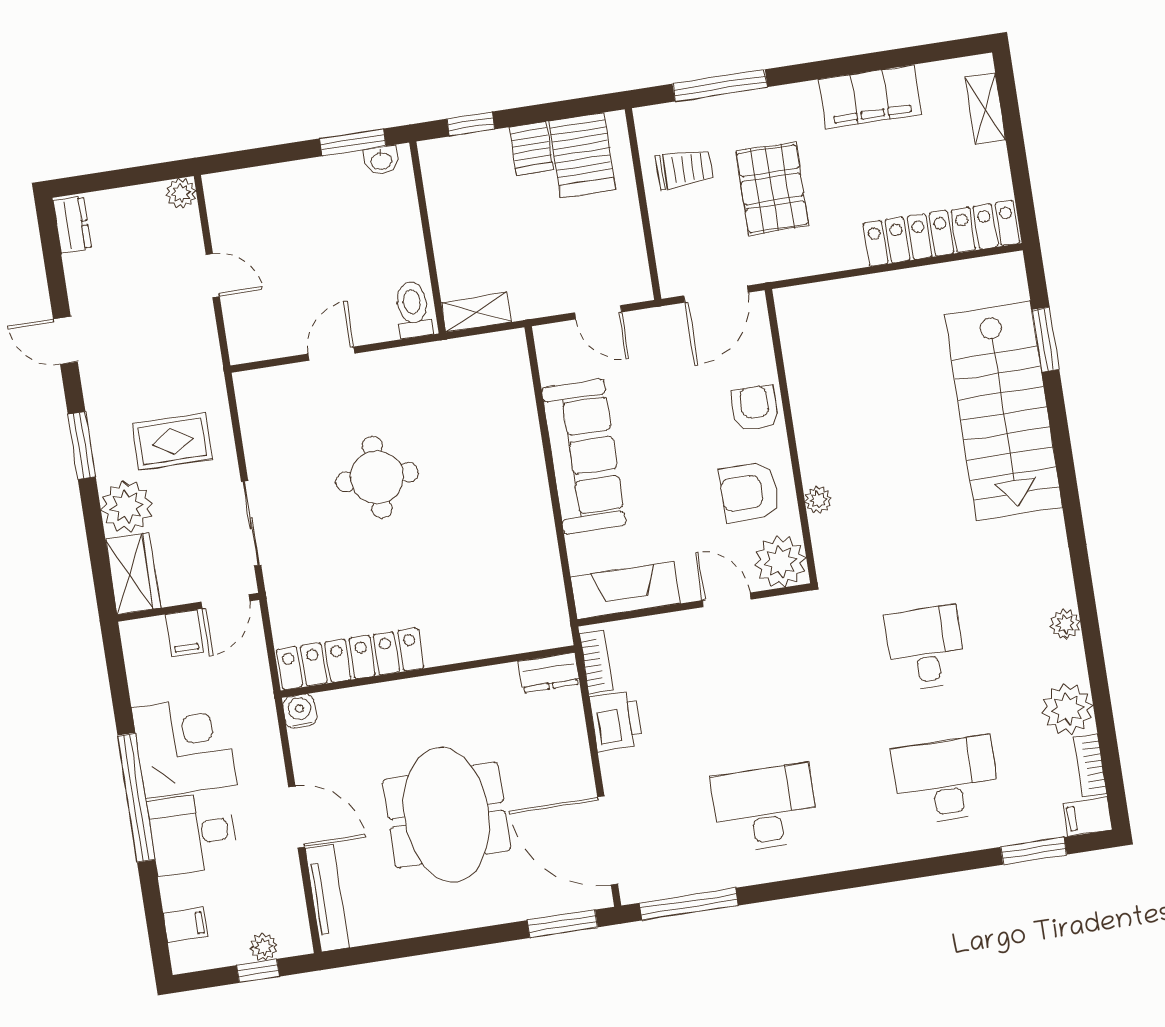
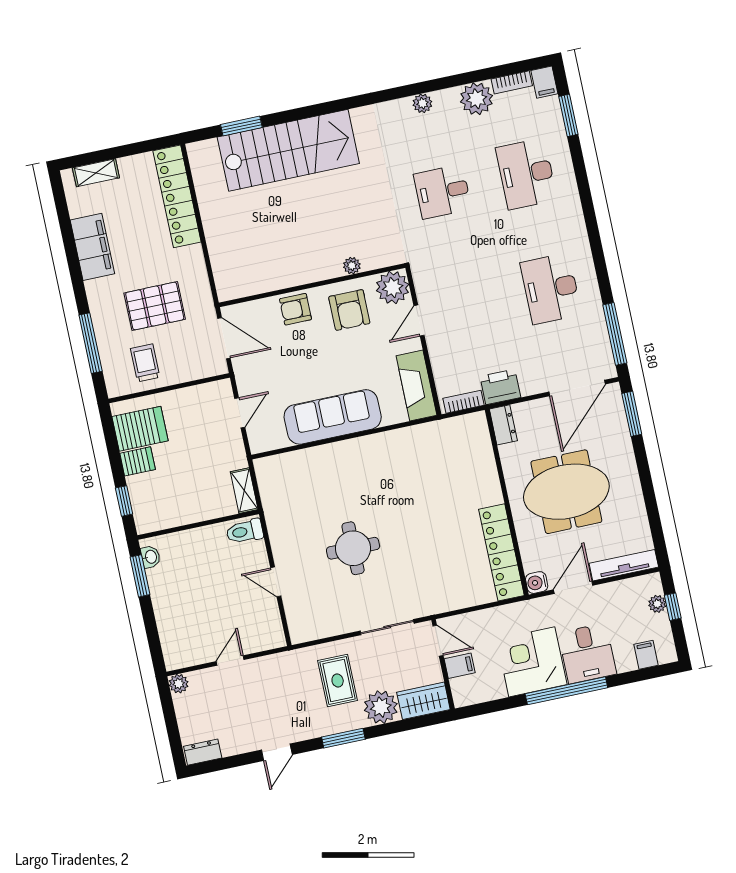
locker: (350, 659) -> (501, 552), moved
wall: (428, 671) -> (507, 502), moved
dresser: (549, 673) -> (503, 425), moved
water cooler: (300, 711) -> (537, 583), moved

